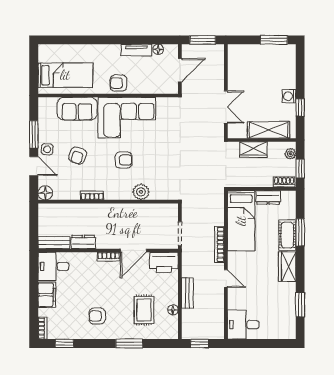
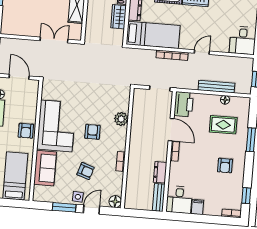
wardrobe: (253, 150) -> (119, 17), moved, turned 180
bench: (187, 293) -> (216, 87), width x1.36
filing cabinet: (47, 295) -> (197, 207), width x0.50

